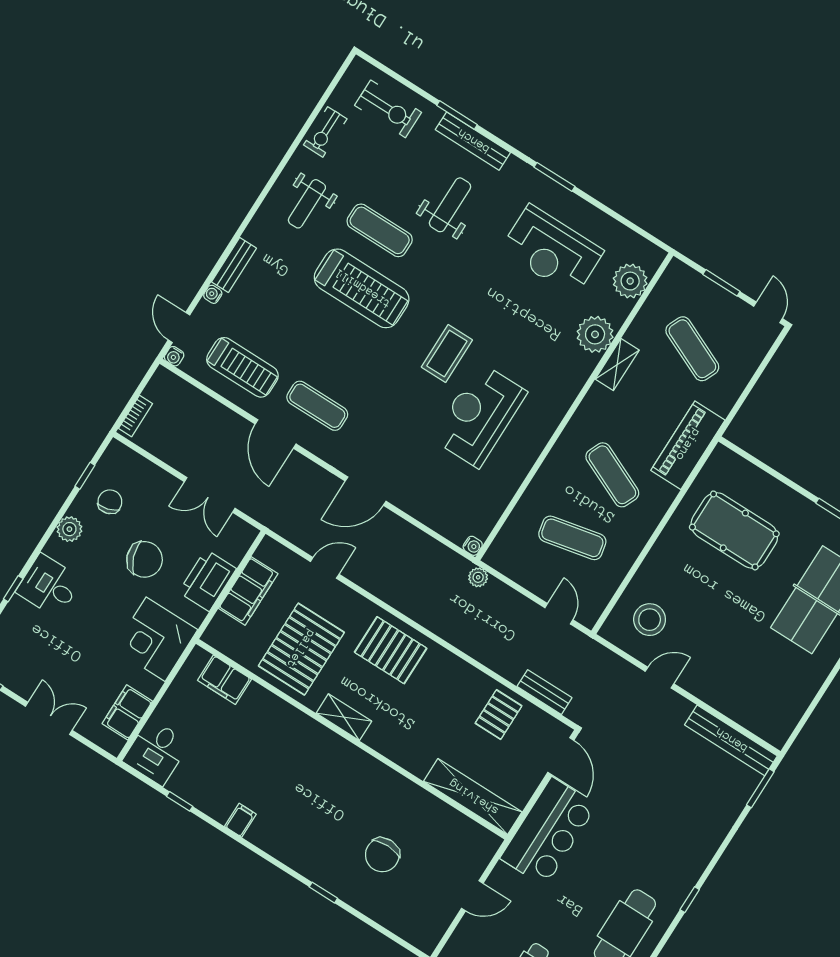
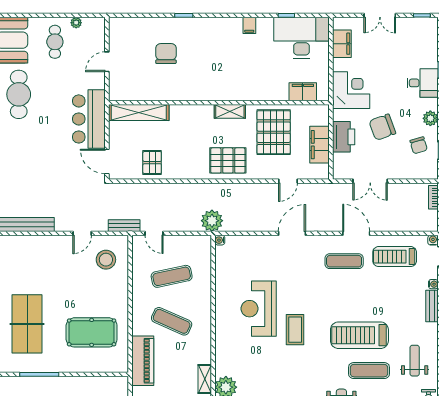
reception desk: (479, 415) -> (259, 309), turned 180
double door: (210, 495) -> (370, 181), swing flipped
plant: (478, 577) -> (212, 221), width x1.87, depth x1.87
bench: (544, 692) -> (124, 226), moved
desk: (156, 752) -> (301, 38), width x1.87, depth x1.30

